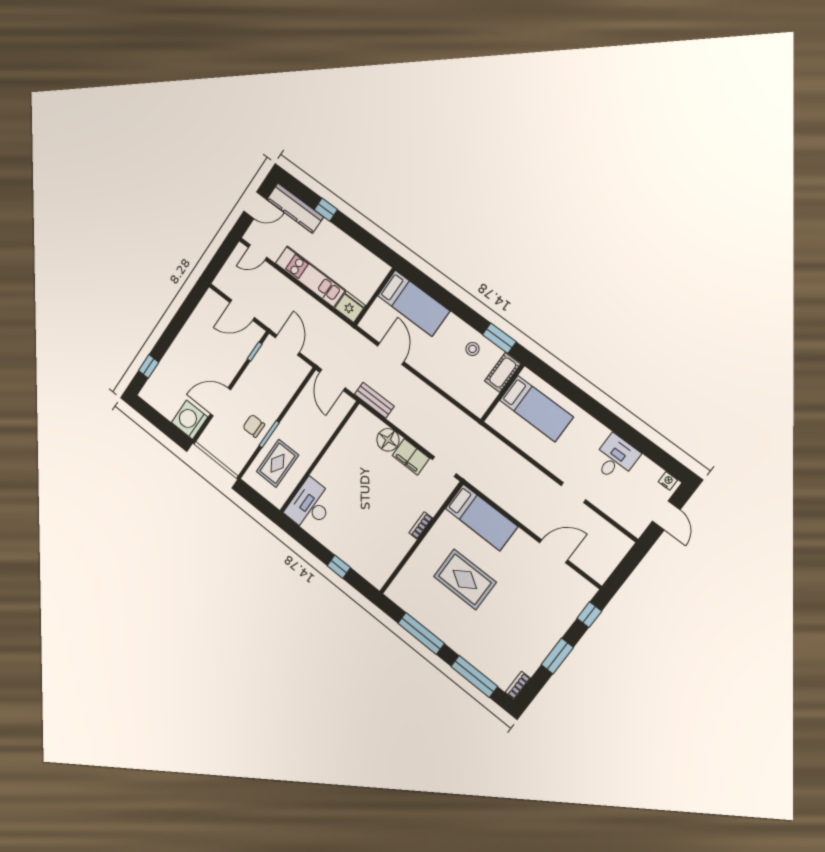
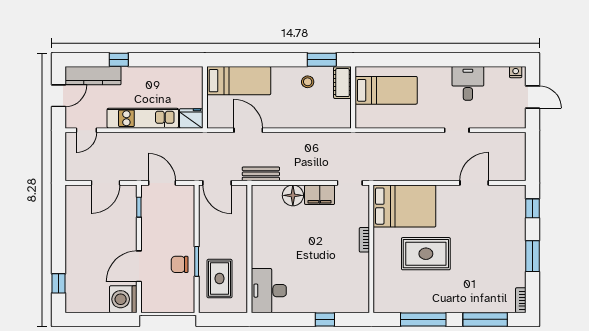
bed: (481, 517) -> (404, 206), width x1.50

